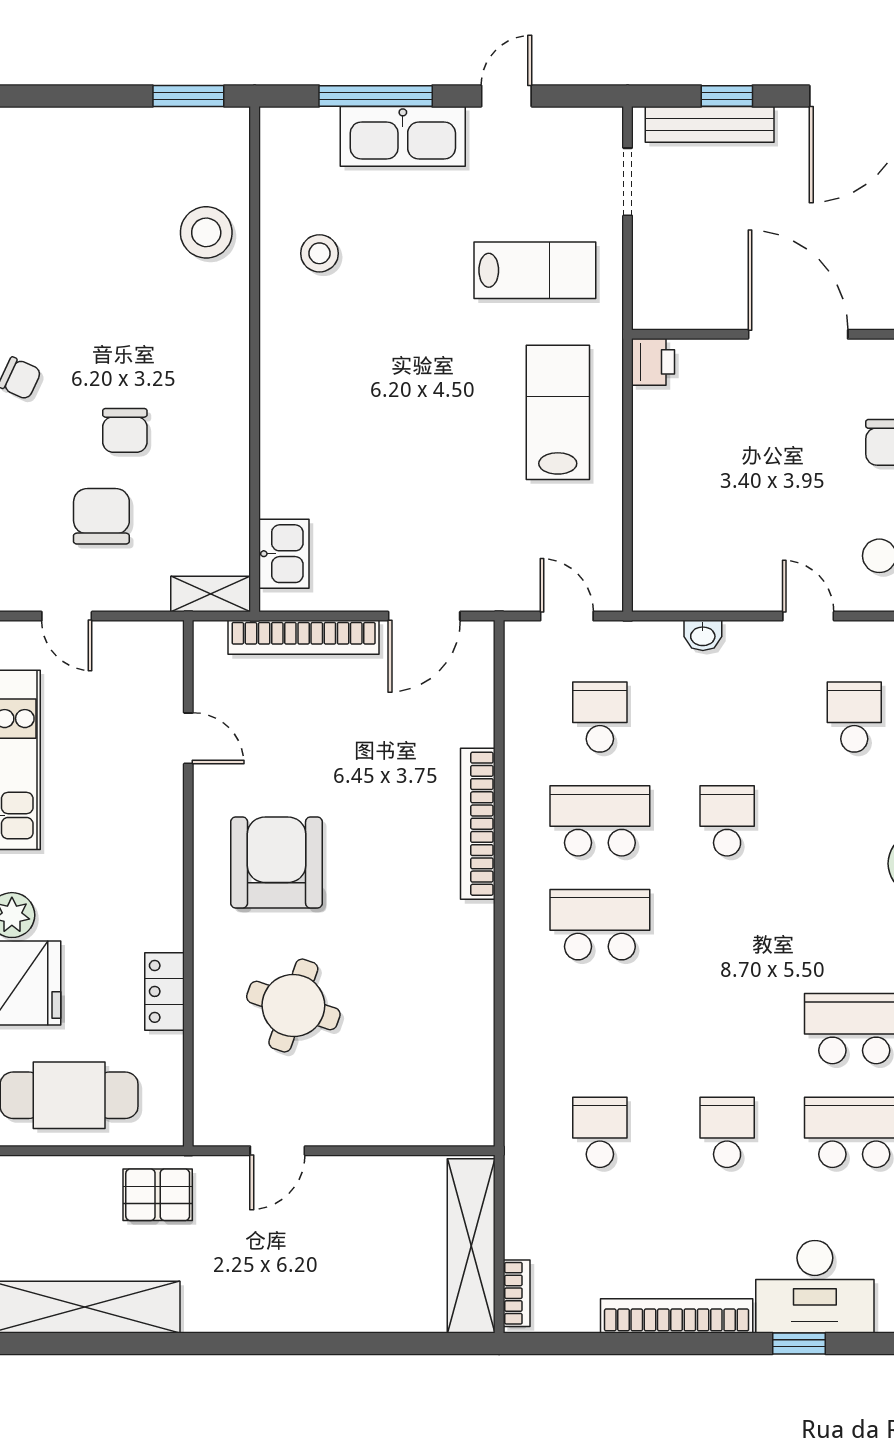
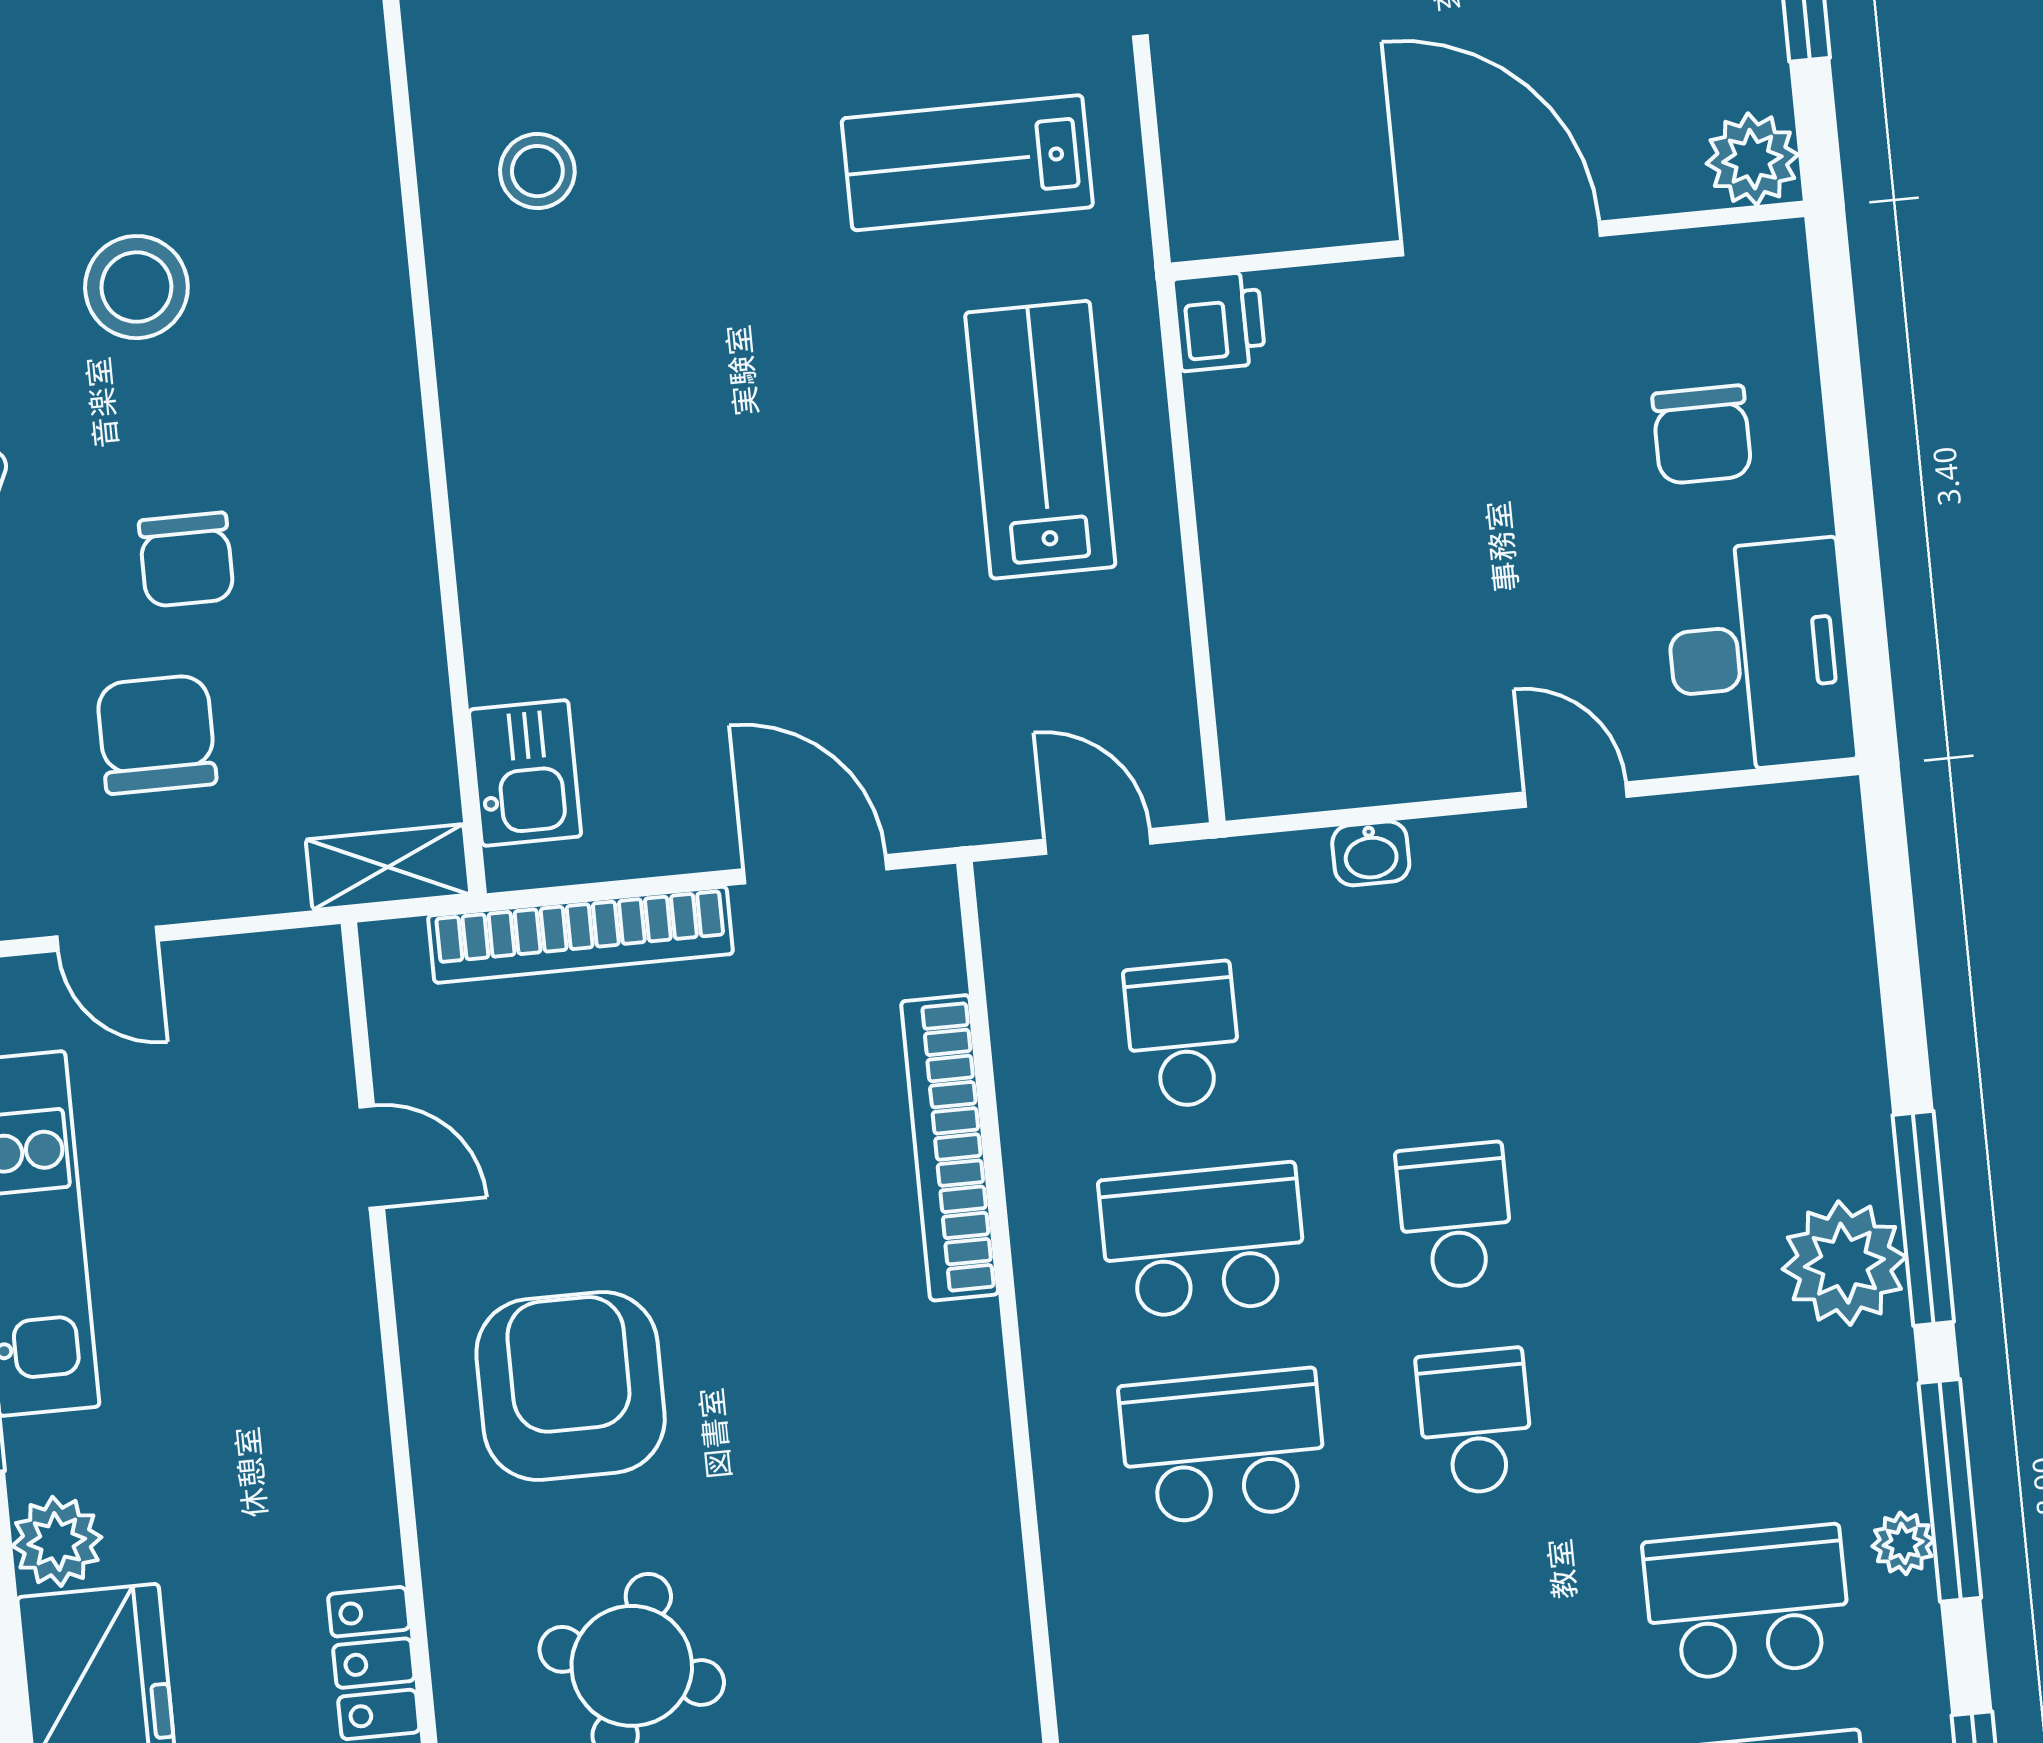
stool: (206, 232) -> (136, 287), moved
lab bench: (535, 270) -> (967, 163), turned 180
door: (424, 616) -> (815, 869), swing flipped
school desk: (854, 717) -> (1475, 1422), moved
bookcase: (478, 824) -> (950, 1148), moved

